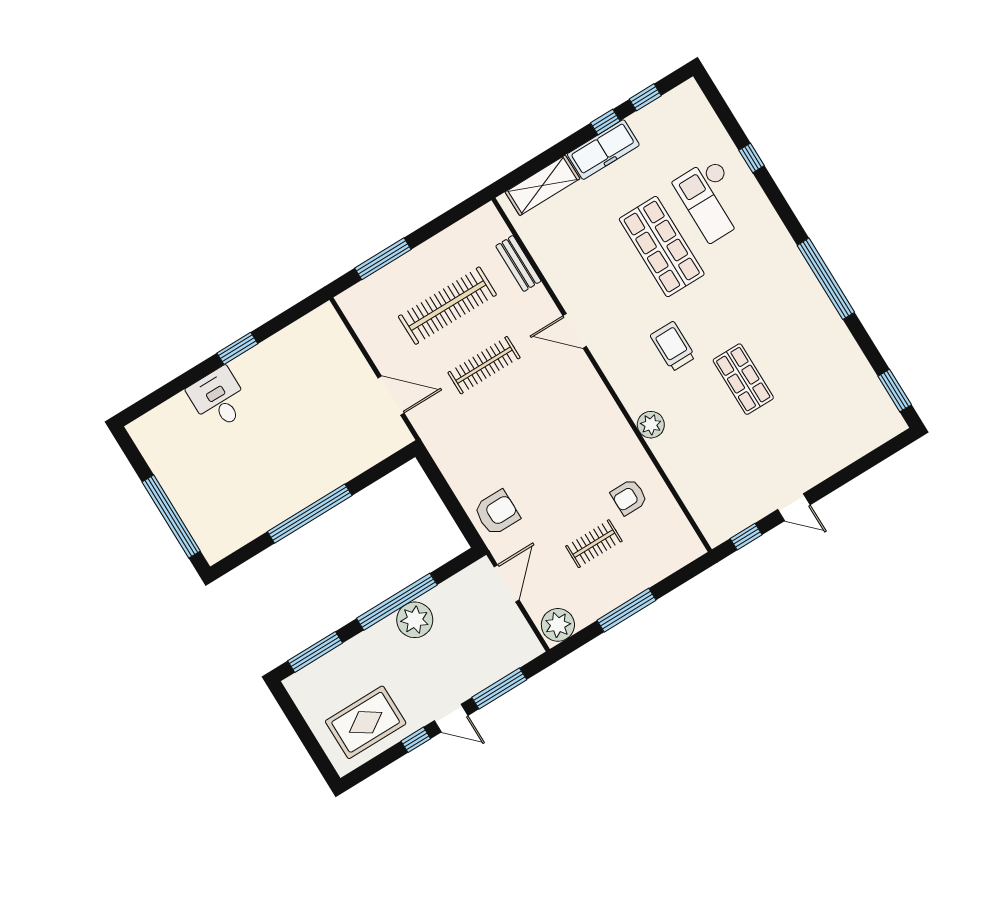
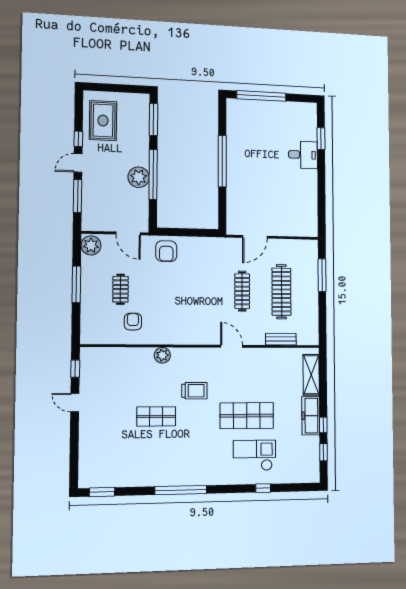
door: (575, 331) -> (232, 346), hinge flipped
window: (237, 348) -> (321, 139), moved
door: (794, 507) -> (75, 403), hinge flipped

